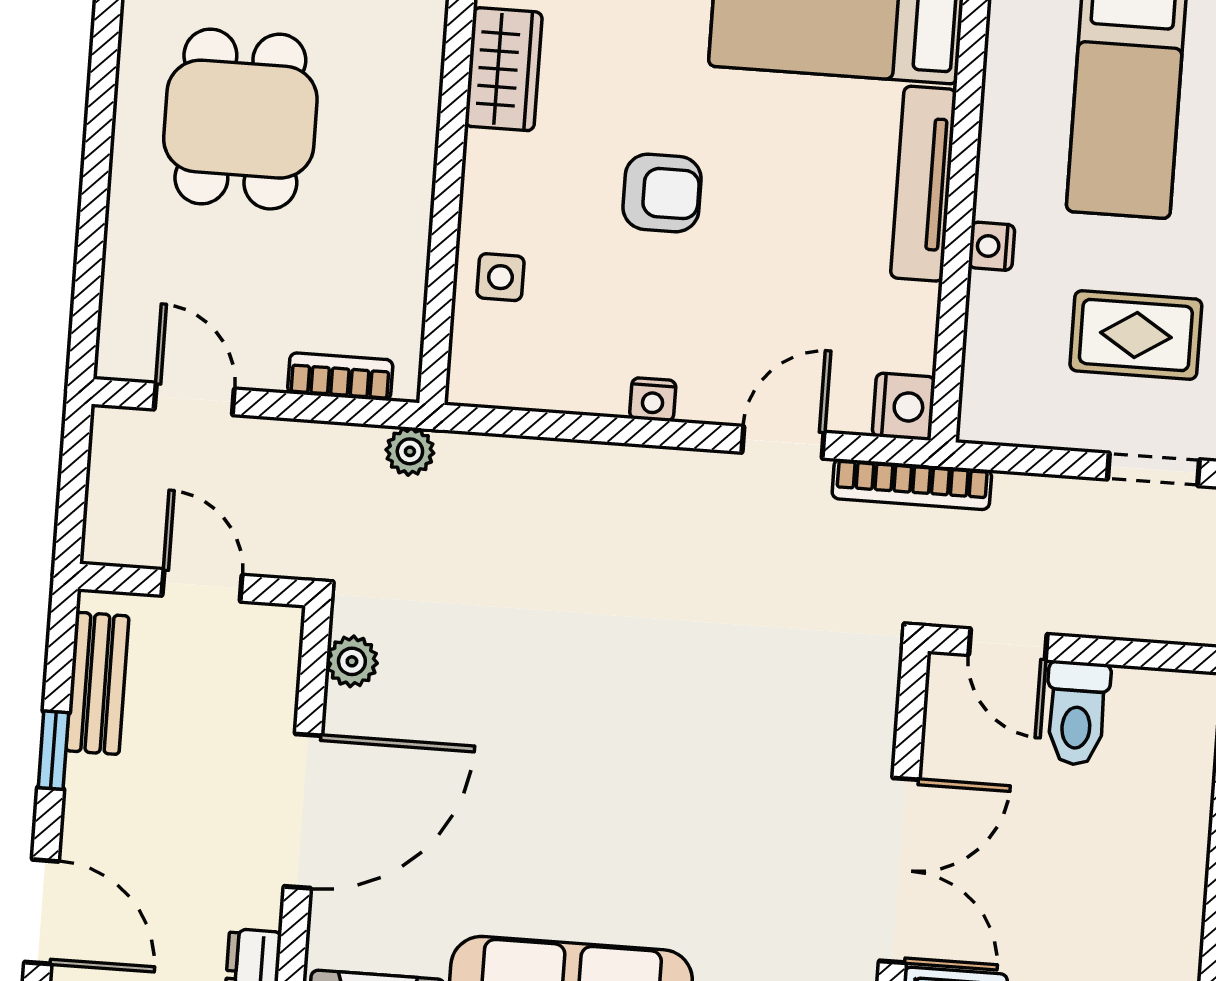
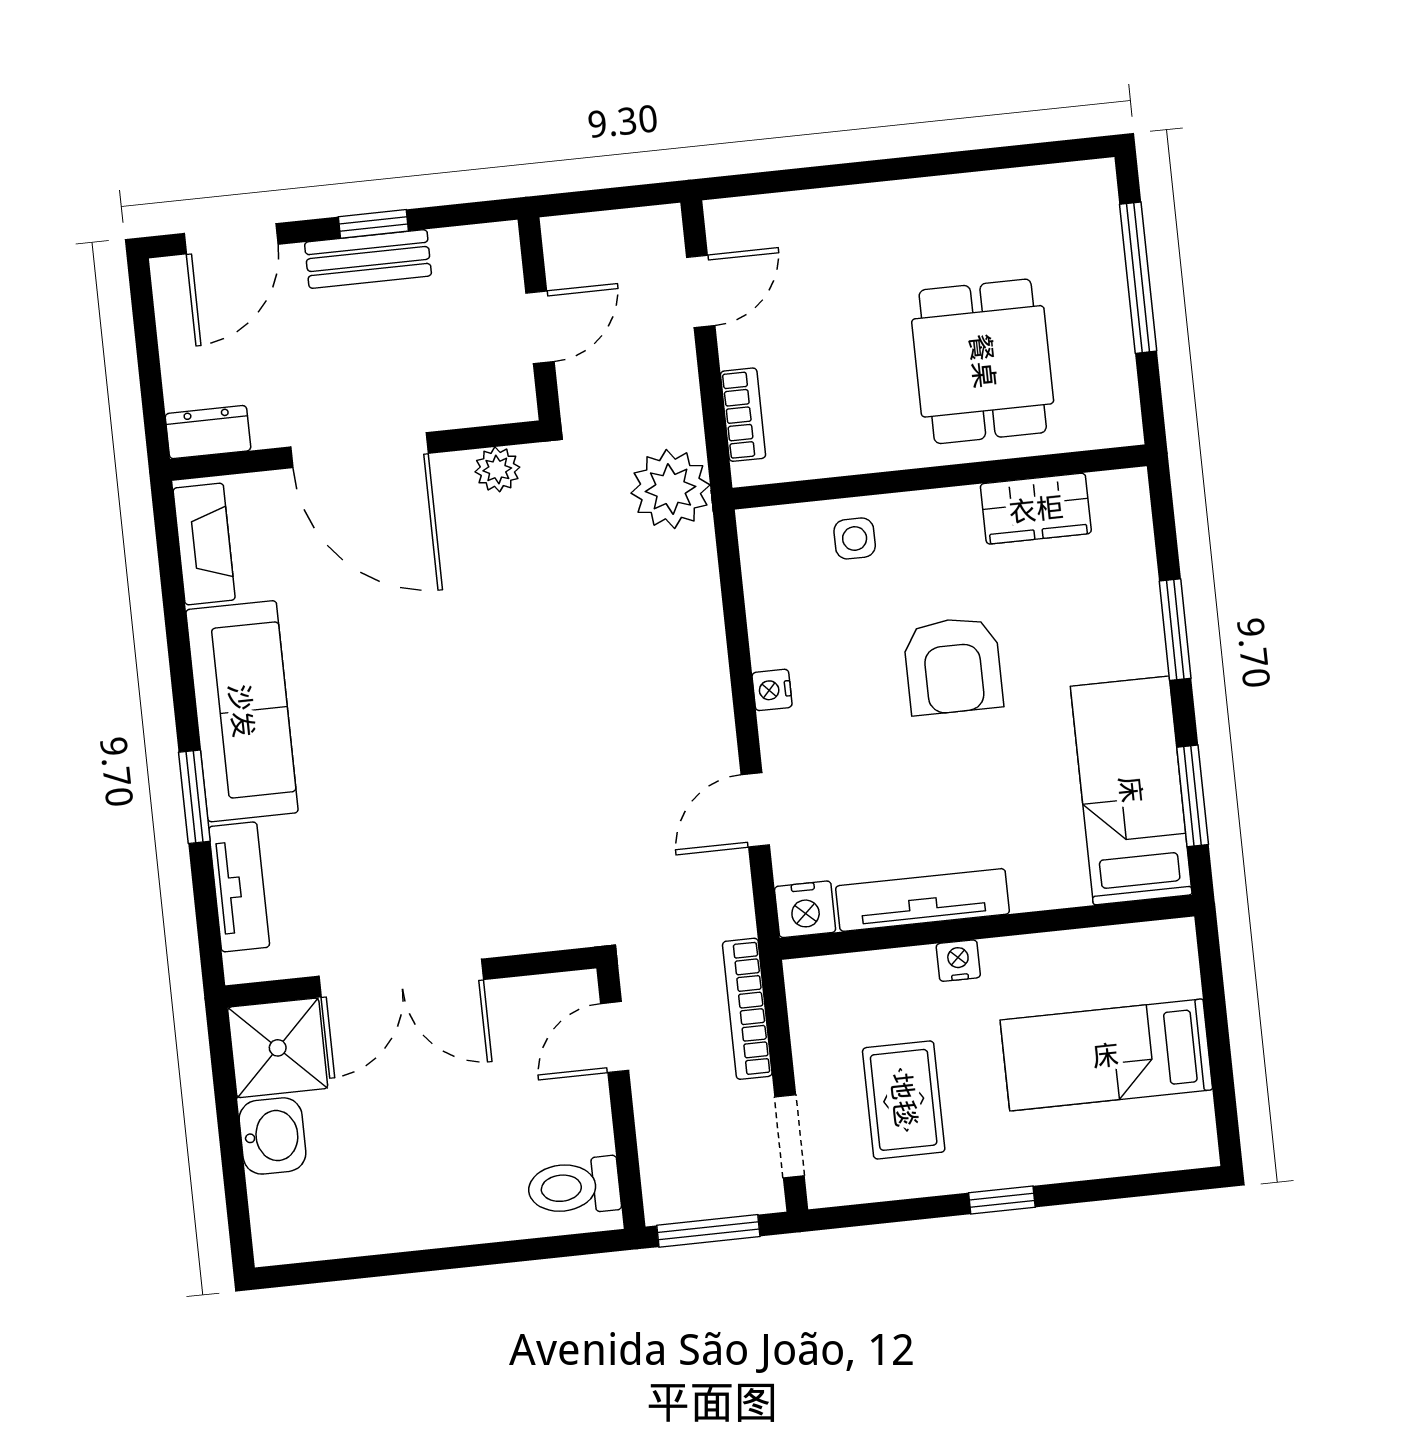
dining table: (240, 119) -> (983, 361), moved, turned 90
tv unit: (923, 184) -> (922, 900), moved
armchair: (662, 193) -> (953, 666), width x1.38, depth x1.38
door: (783, 442) -> (755, 810), swing flipped
plant: (410, 451) -> (670, 489), width x1.88, depth x1.88
bookcase: (912, 484) -> (747, 1009), moved
bench: (97, 683) -> (368, 259), moved
toilet: (1077, 713) -> (574, 1187), moved

